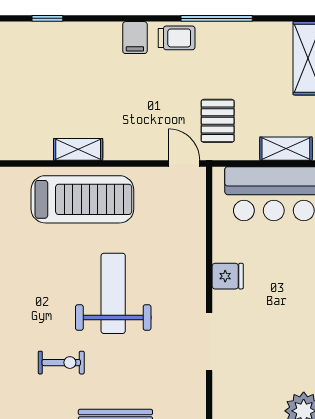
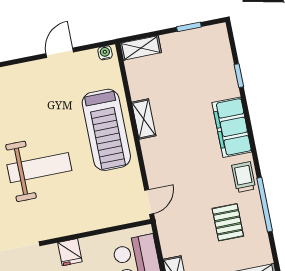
filing cabinet: (135, 38) -> (232, 127), width x3.00, depth x1.17
trolley: (177, 38) -> (244, 177), turned 180
pallet: (218, 121) -> (228, 222), moved, turned 90

